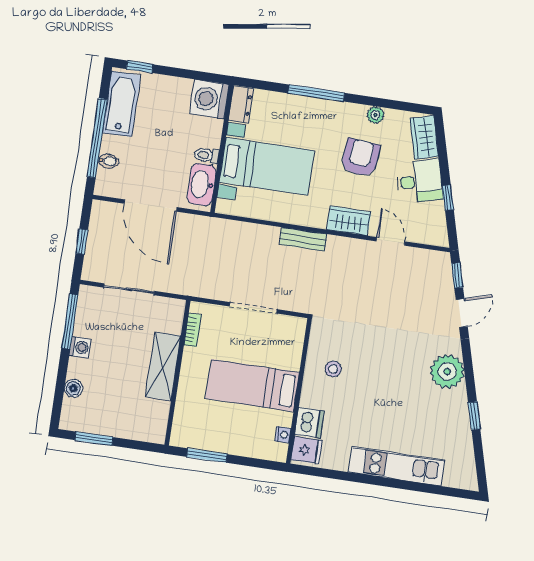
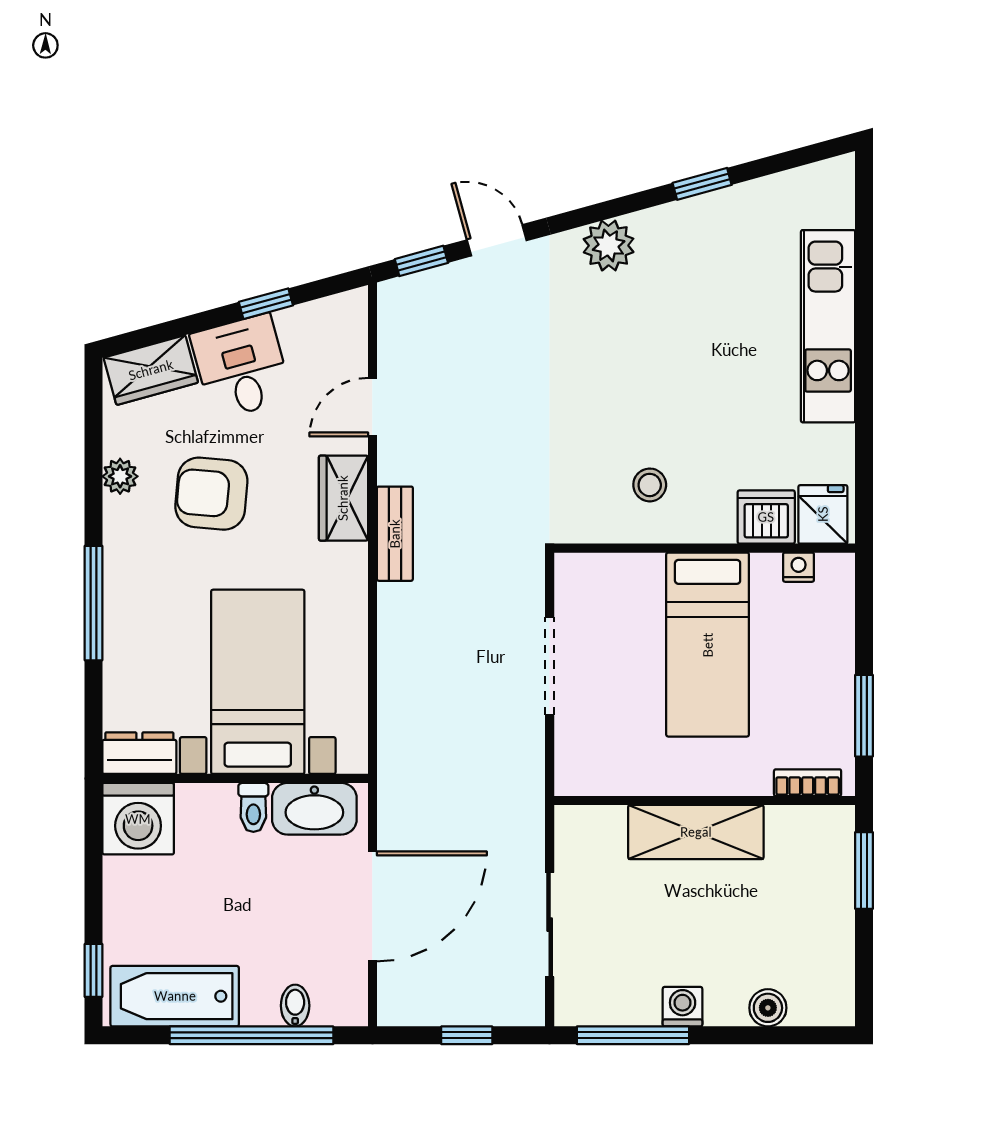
bench: (303, 239) -> (395, 534), moved
bookcase: (193, 330) -> (808, 783), moved
plant: (447, 372) -> (609, 246), width x0.73, depth x0.73
window: (94, 439) -> (864, 871), moved

